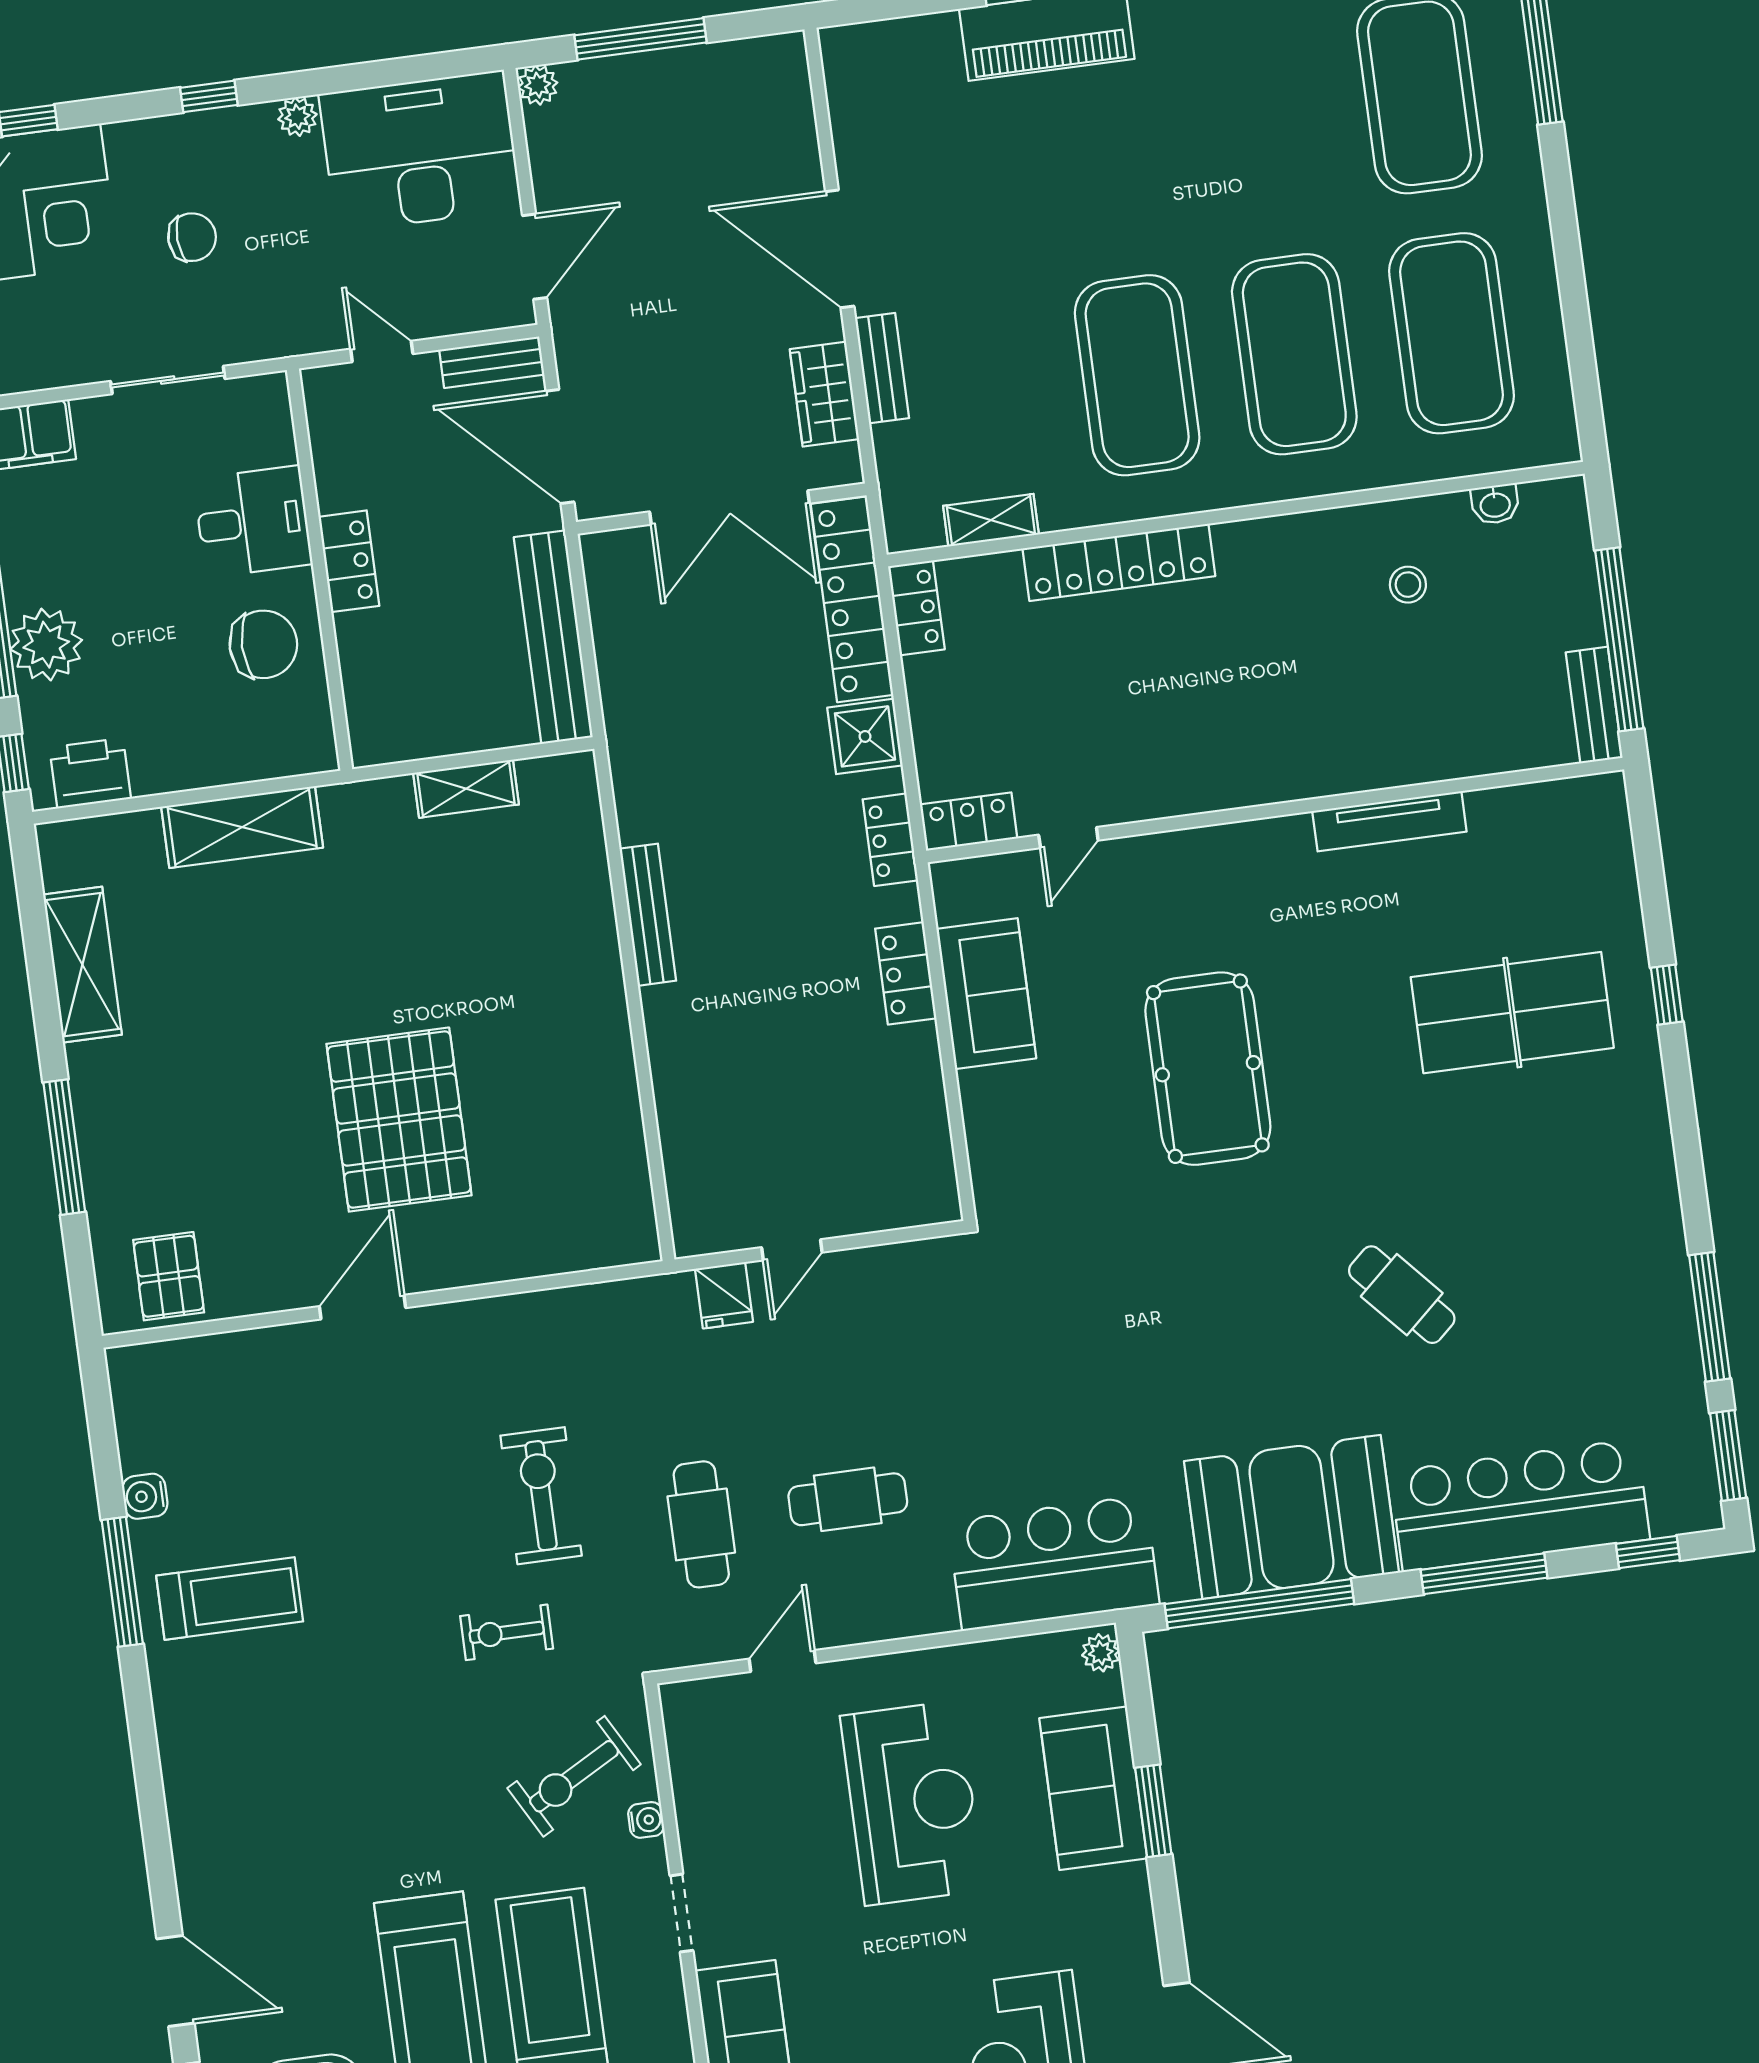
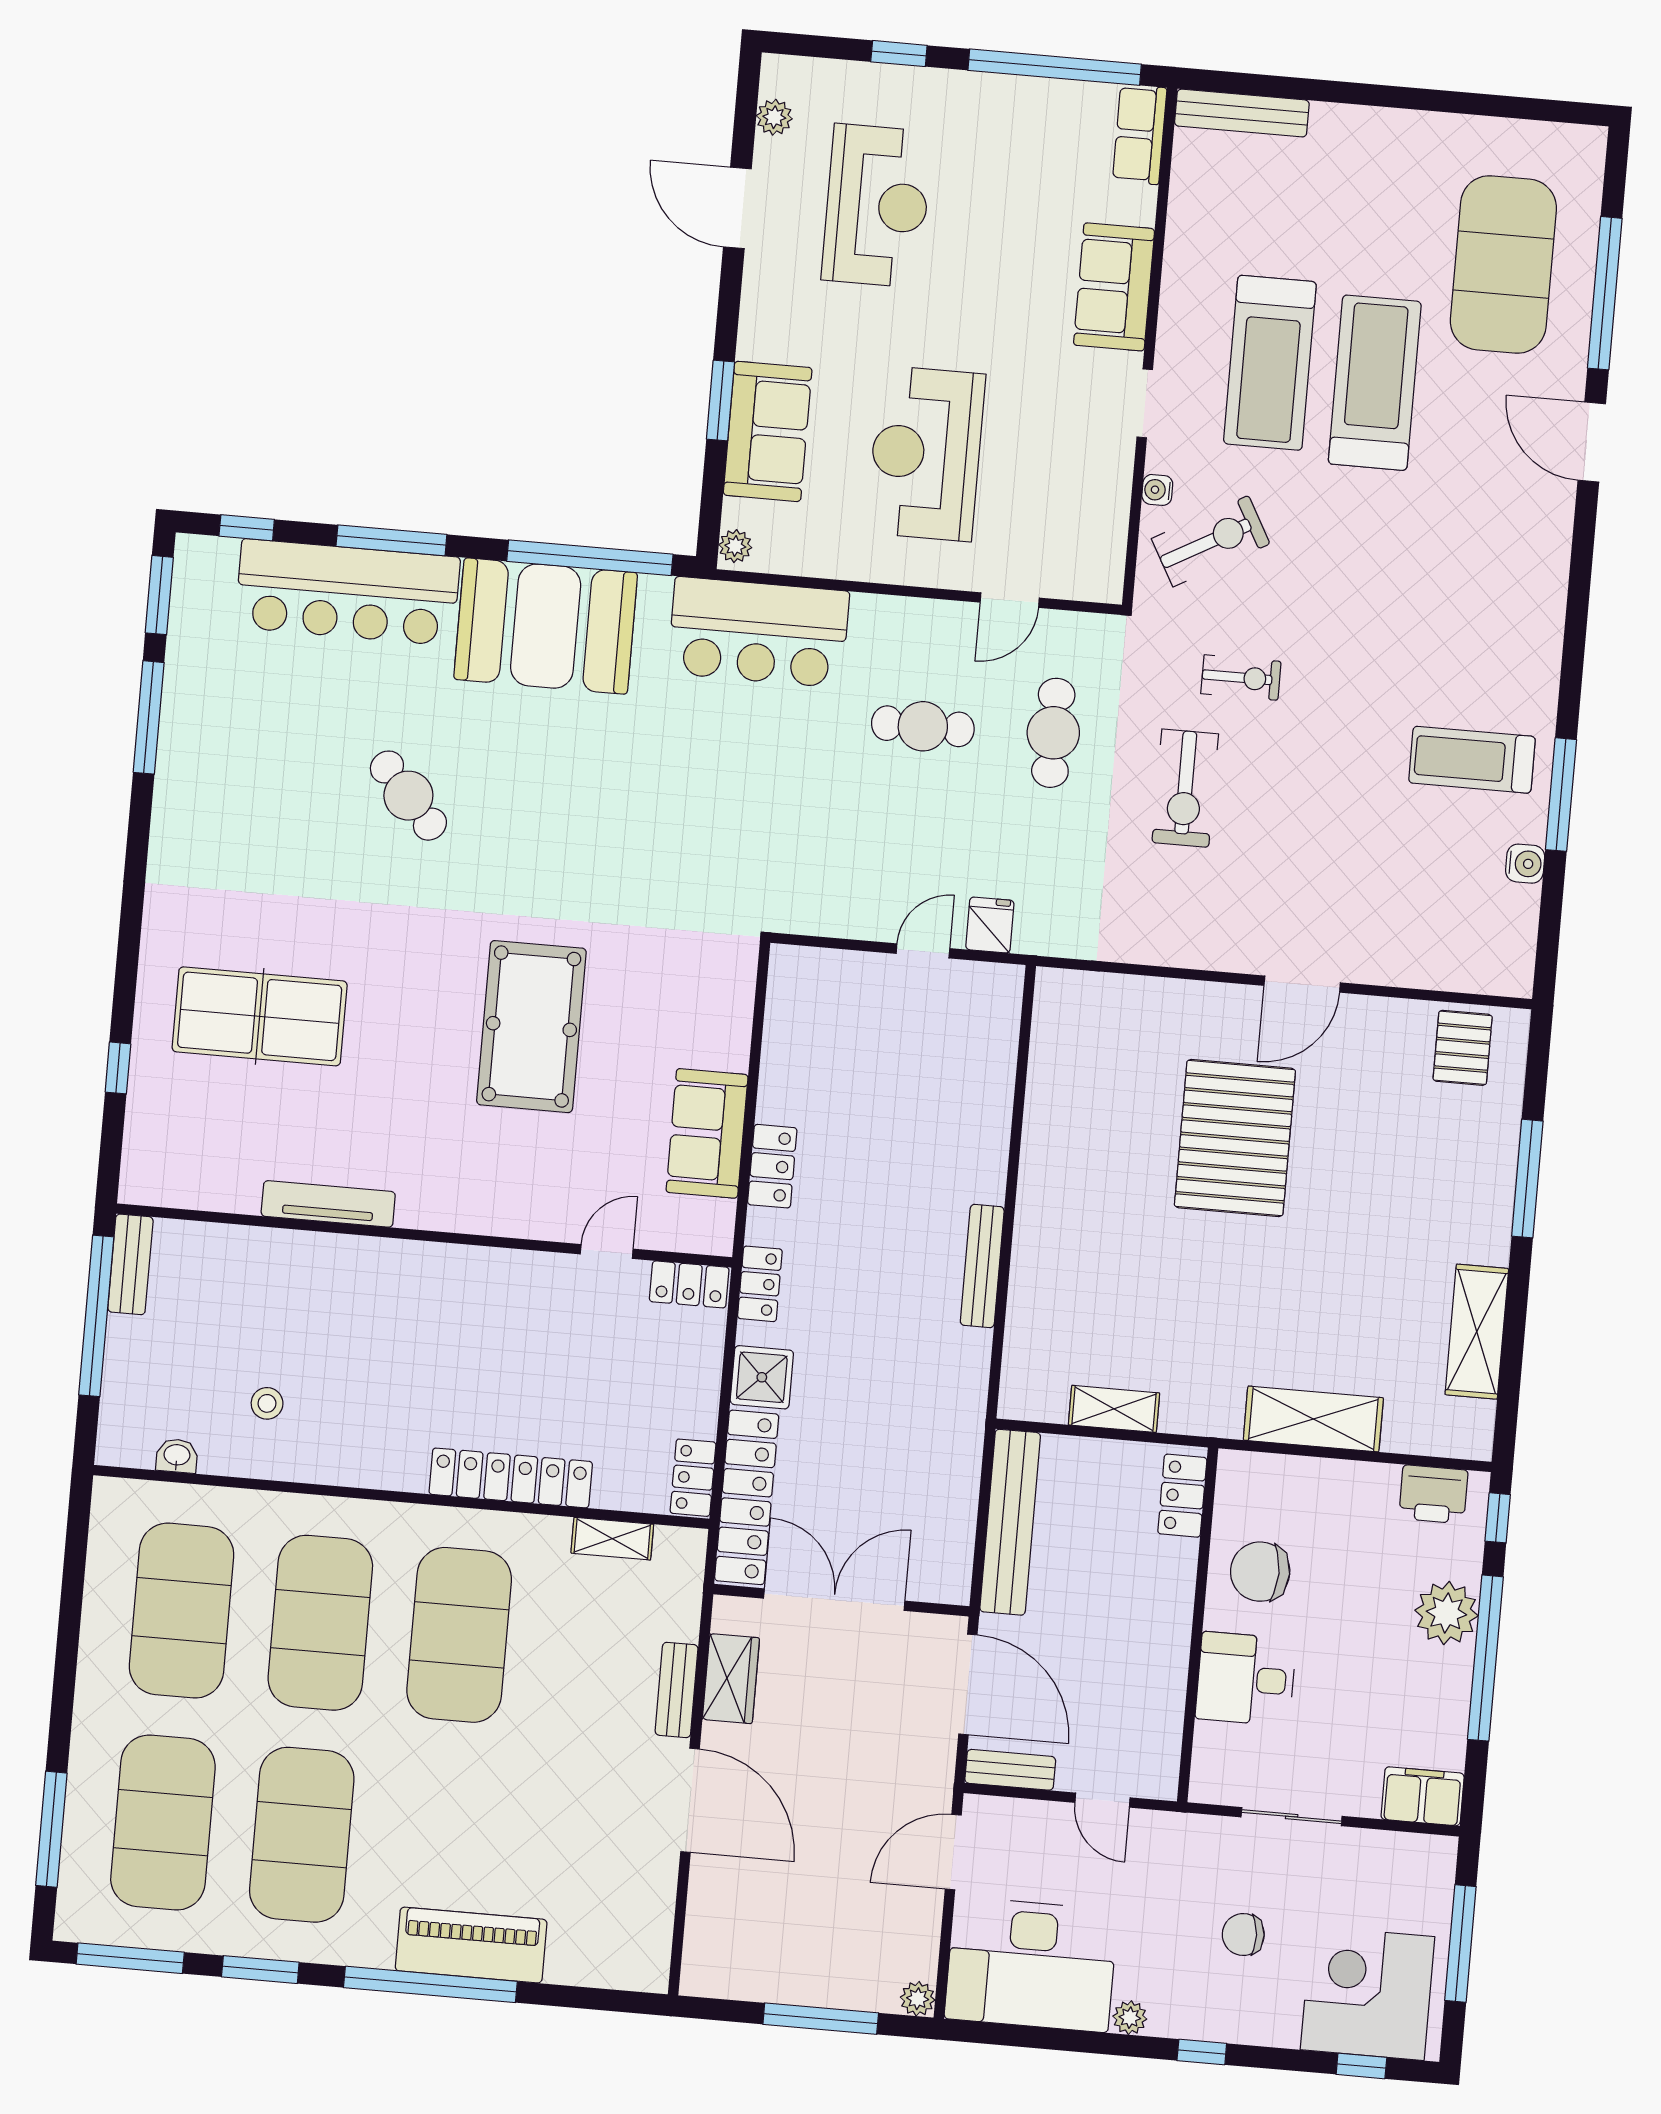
exercise mat: (1262, 114) -> (302, 1835), added
locker: (349, 561) -> (1182, 1496), moved
window: (1667, 995) -> (118, 1068), moved

